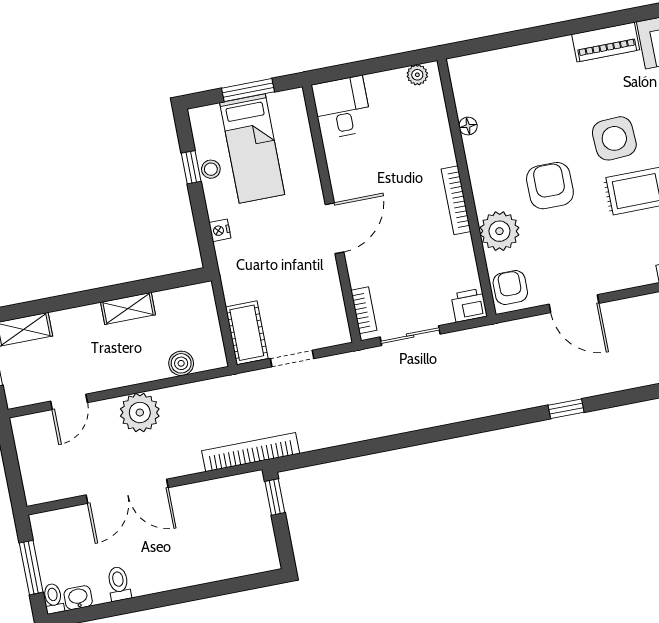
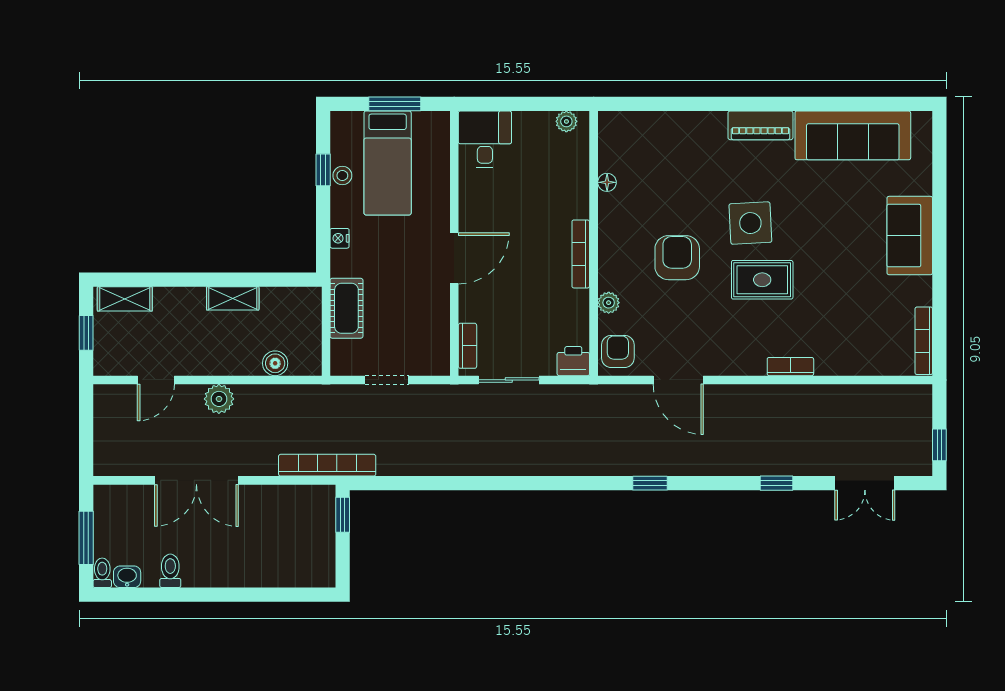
plant: (499, 231) -> (609, 303), width x0.53, depth x0.53
cot: (247, 333) -> (346, 308), moved
plant: (140, 413) -> (219, 399), width x0.73, depth x0.73

